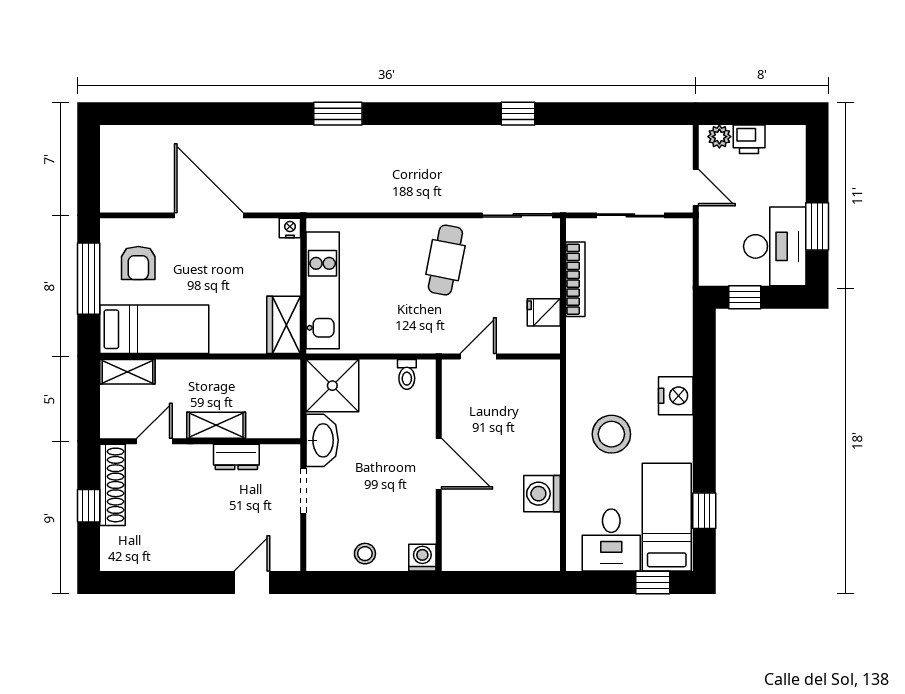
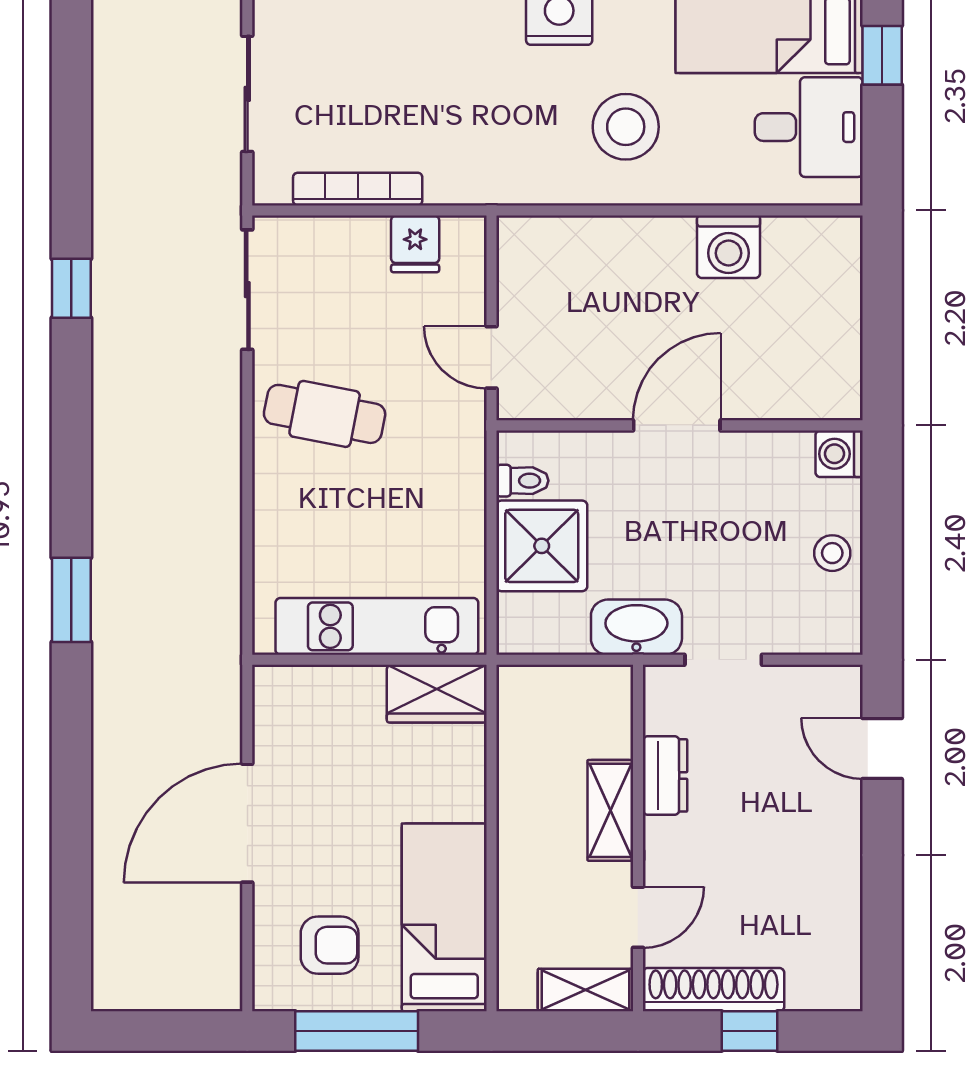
nightstand: (290, 228) -> (269, 683), removed
shelving: (127, 372) -> (586, 990), moved, turned 90
shower: (332, 386) -> (542, 546), moved
door: (154, 441) -> (638, 917), swing flipped

